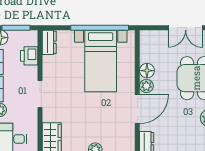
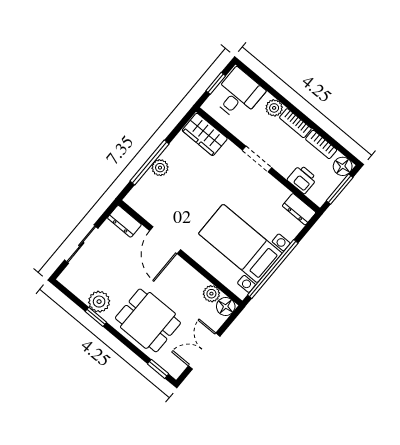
floor lamp: (147, 71) -> (226, 307), moved
plant: (146, 86) -> (211, 294), moved

